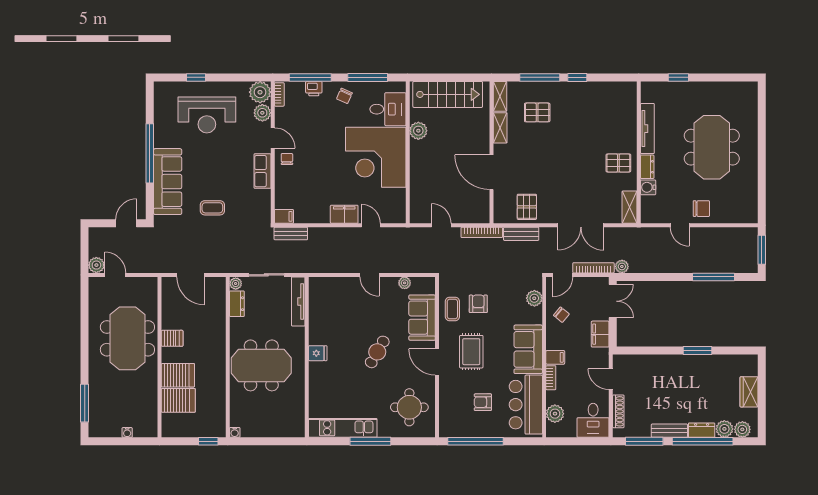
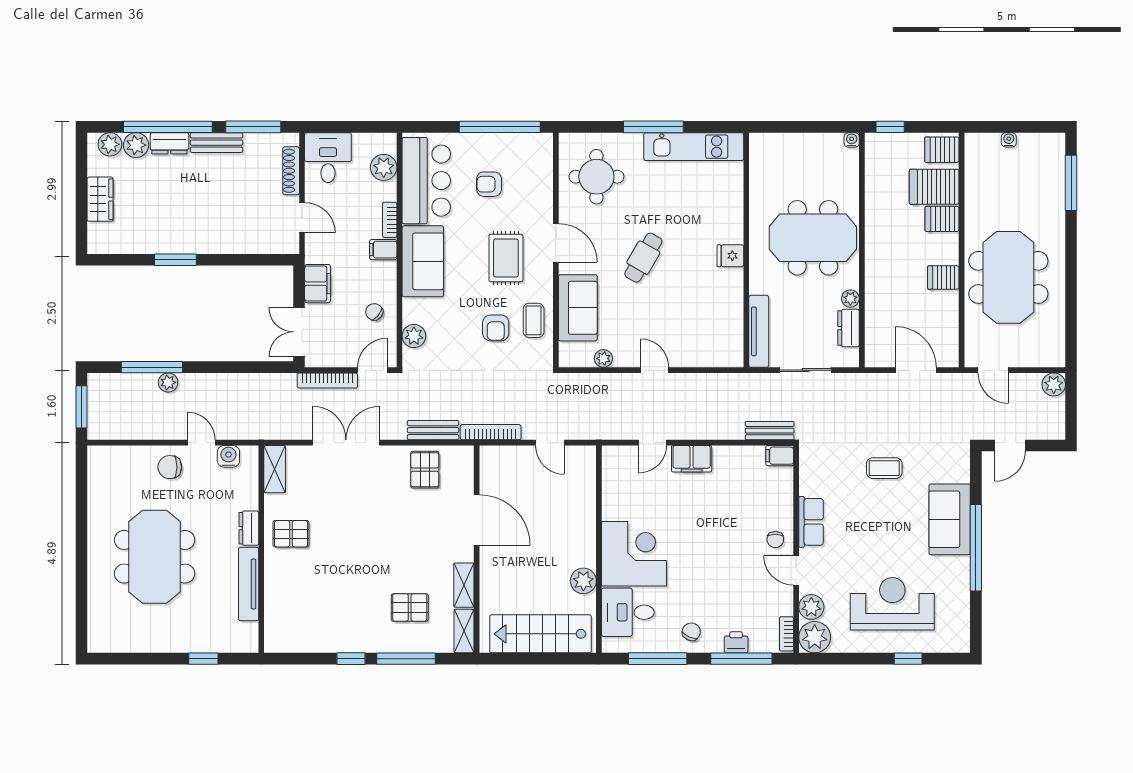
corner desk: (376, 157) -> (634, 554), width x0.74, depth x0.74
sofa: (168, 182) -> (950, 519), width x0.73
water cooler: (648, 187) -> (228, 456), moved, turned -90
door: (371, 225) -> (653, 443), hinge flipped
plant: (622, 266) -> (168, 382), moved
door: (115, 275) -> (993, 370), moved
plant: (236, 284) -> (850, 299), moved
server rack: (178, 375) -> (942, 219), width x0.73, depth x0.70
armchair: (483, 402) -> (489, 184), turned 180
server rack: (173, 426) -> (942, 150), added

